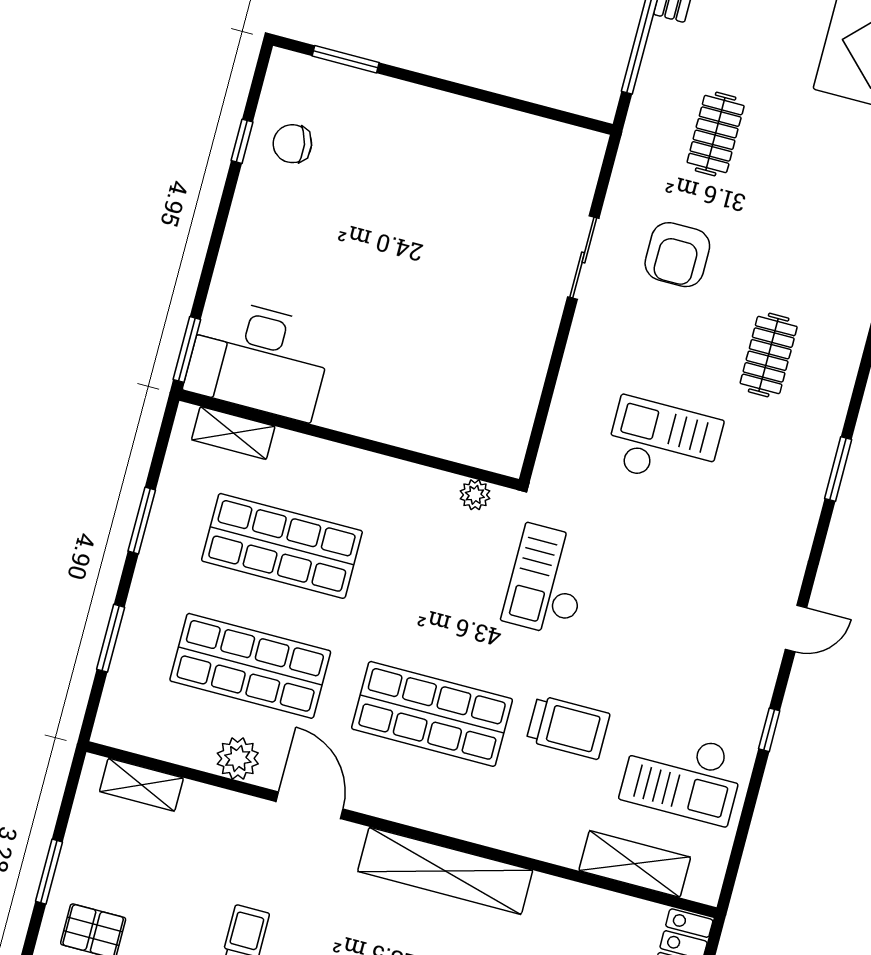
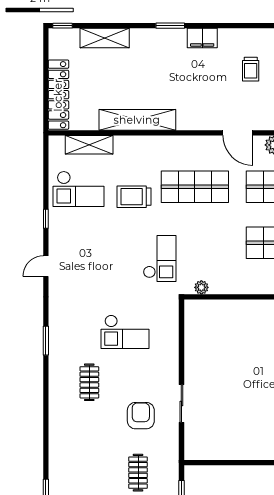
checkout: (683, 775) -> (78, 189), turned 180
shelving: (445, 871) -> (137, 120), moved

